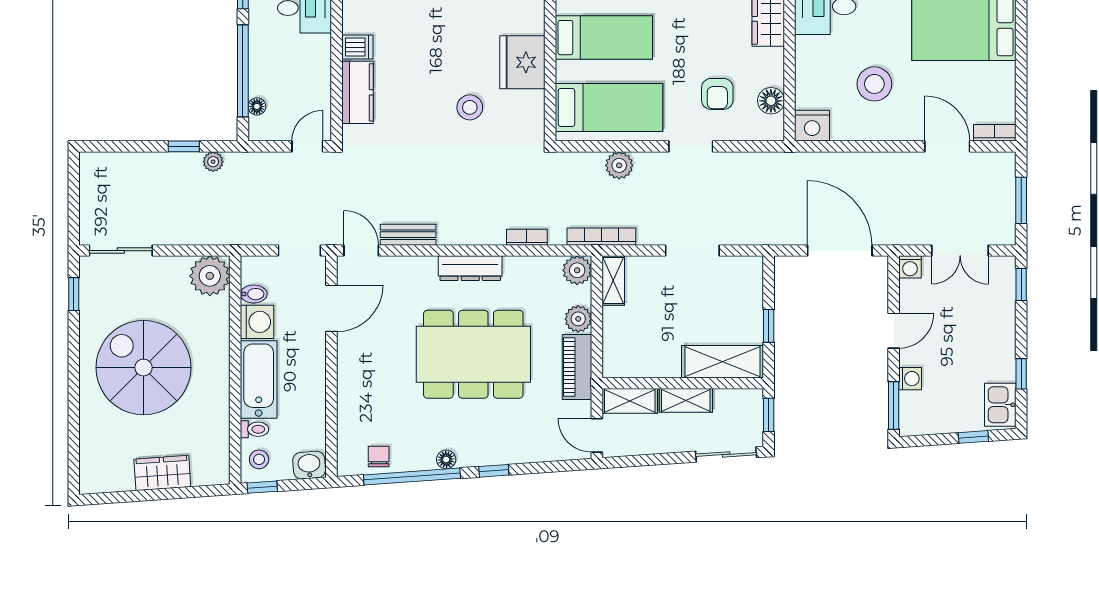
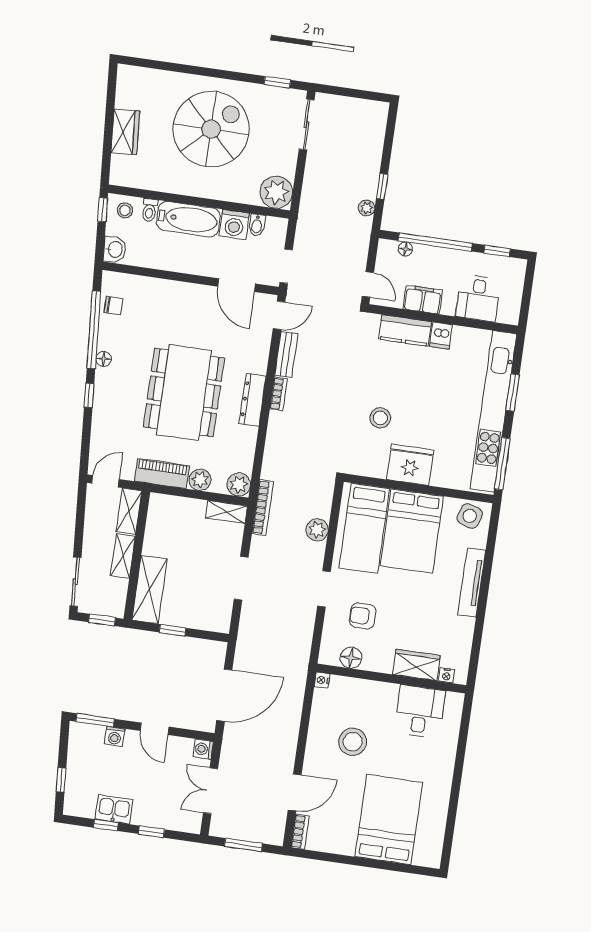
bed: (604, 38) -> (412, 531), width x1.50
filing cabinet: (316, 76) -> (423, 300), added
nightstand: (812, 126) -> (322, 680), width x0.53, depth x0.56
bookcase: (527, 237) -> (279, 394), moved
window: (1021, 285) -> (151, 832), moved
kitchen sink: (1000, 405) -> (114, 809), moved

